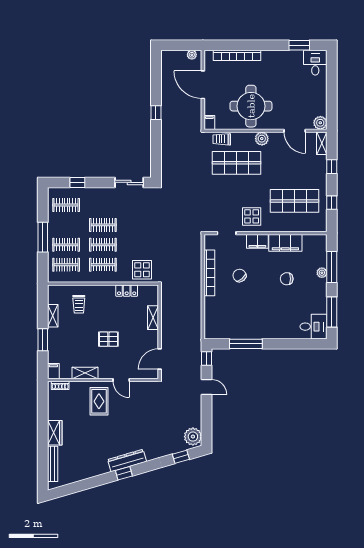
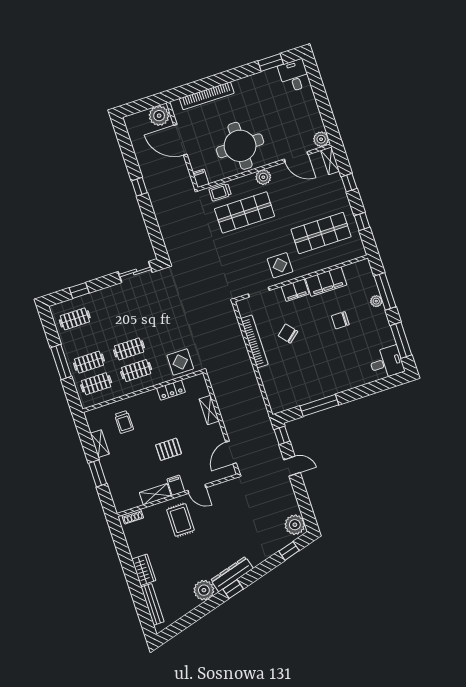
plant: (192, 55) -> (159, 116), width x1.87, depth x1.87
clothes rail: (103, 225) -> (122, 327), removed
filing cabinet: (53, 371) -> (176, 485), moved
plant: (99, 466) -> (204, 590), added

